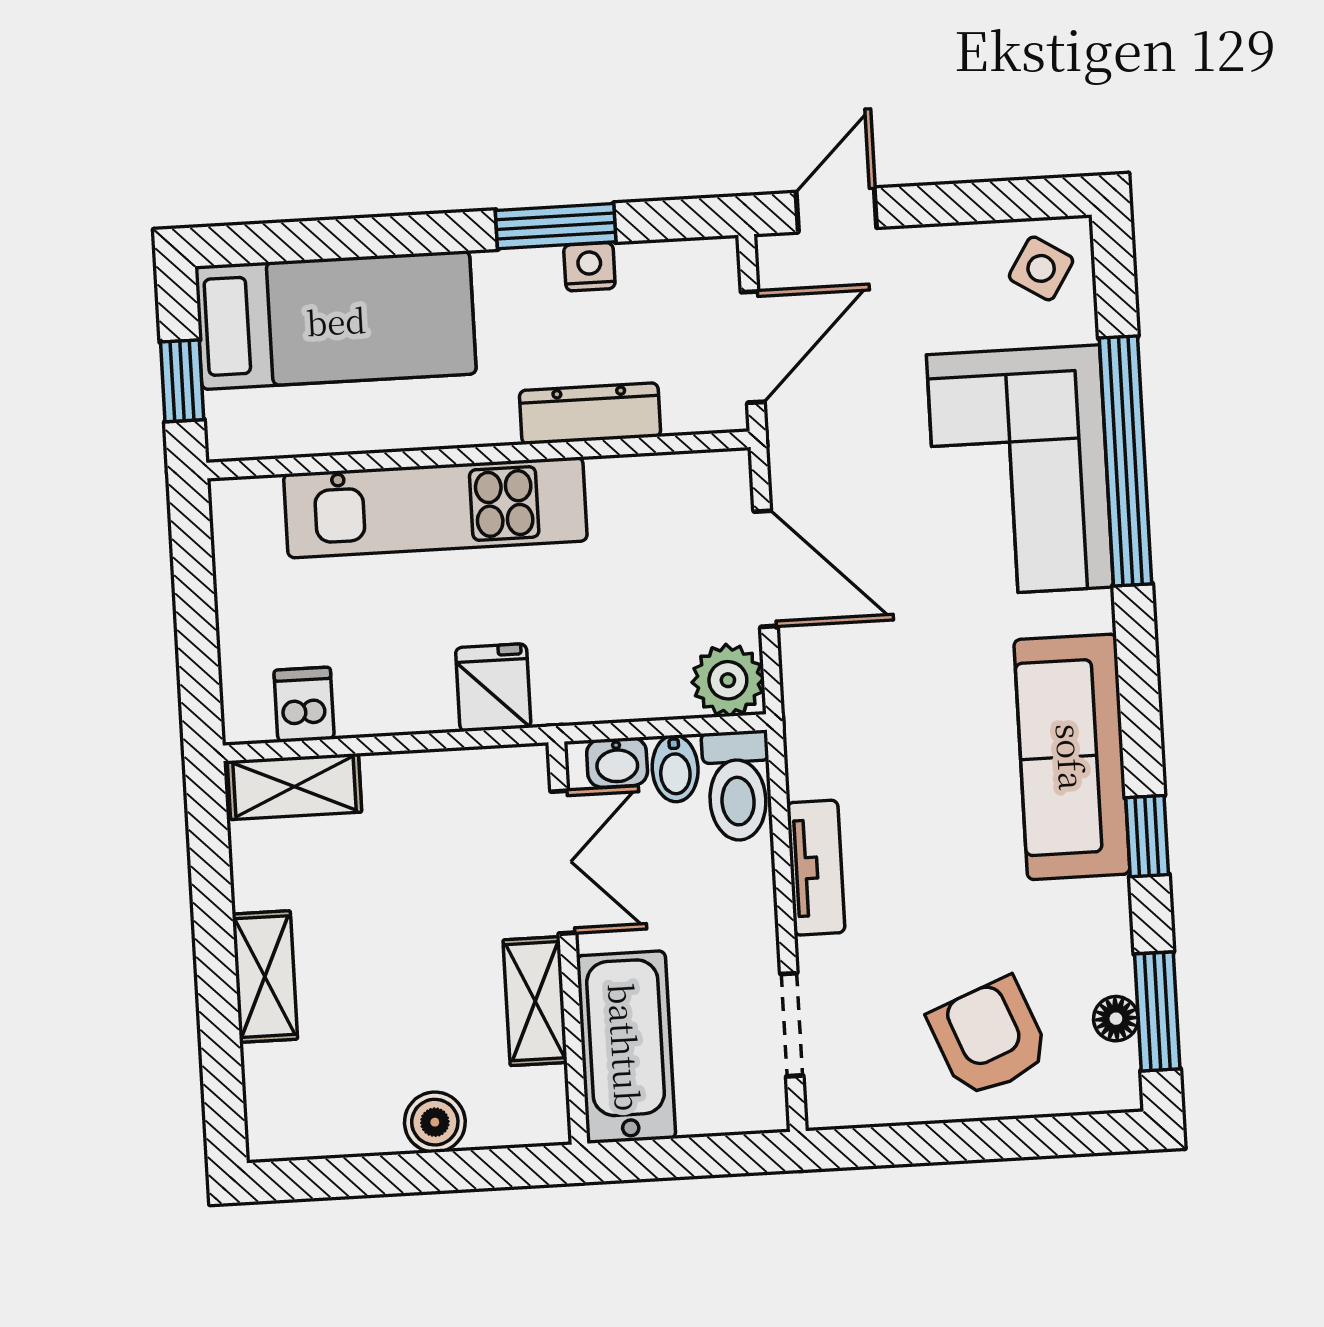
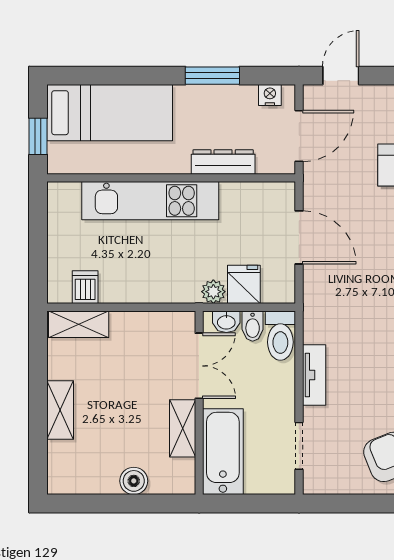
nightstand: (589, 267) -> (270, 95), moved
plant: (728, 680) -> (213, 292), moved, width x0.73, depth x0.73
fridge: (493, 688) -> (244, 284), moved

